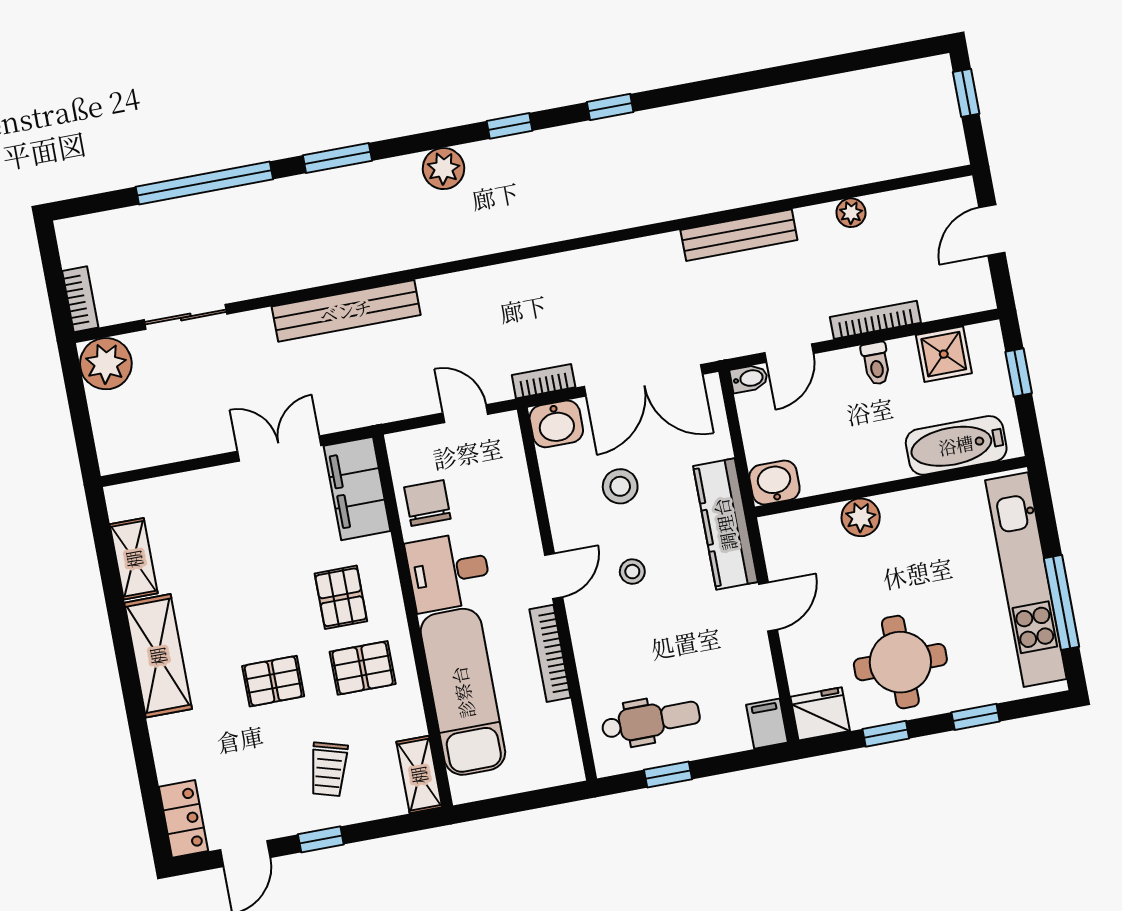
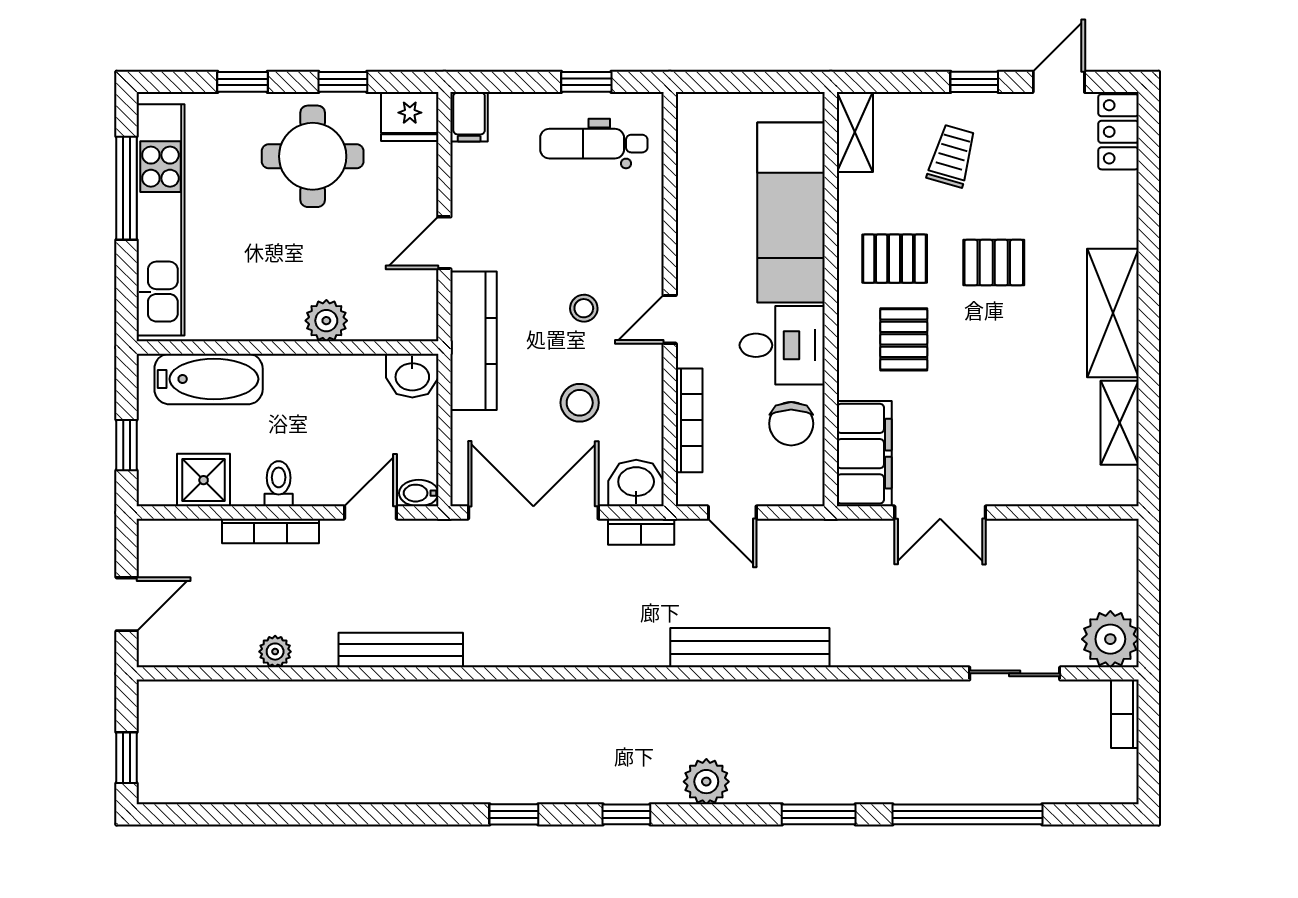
bench: (346, 311) -> (750, 648), moved
bookcase: (550, 653) -> (689, 420), moved

